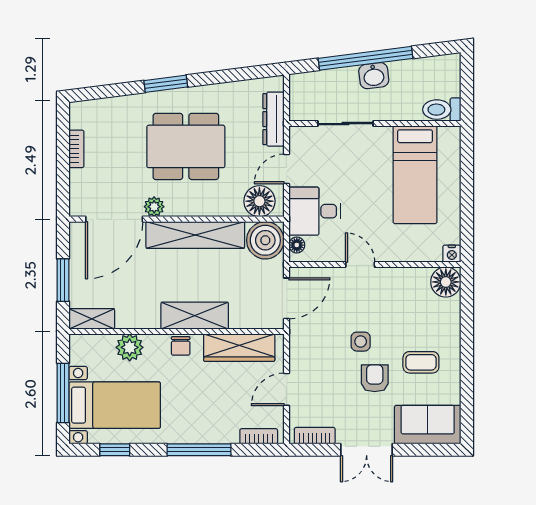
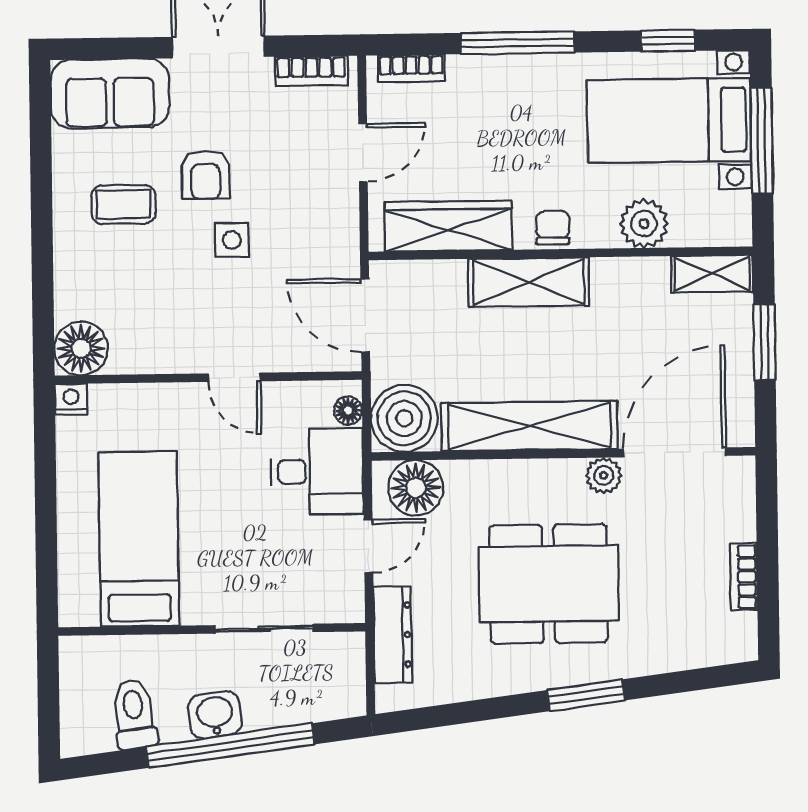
toilet: (442, 110) -> (134, 714), moved, turned -97
door: (286, 298) -> (365, 315), hinge flipped

